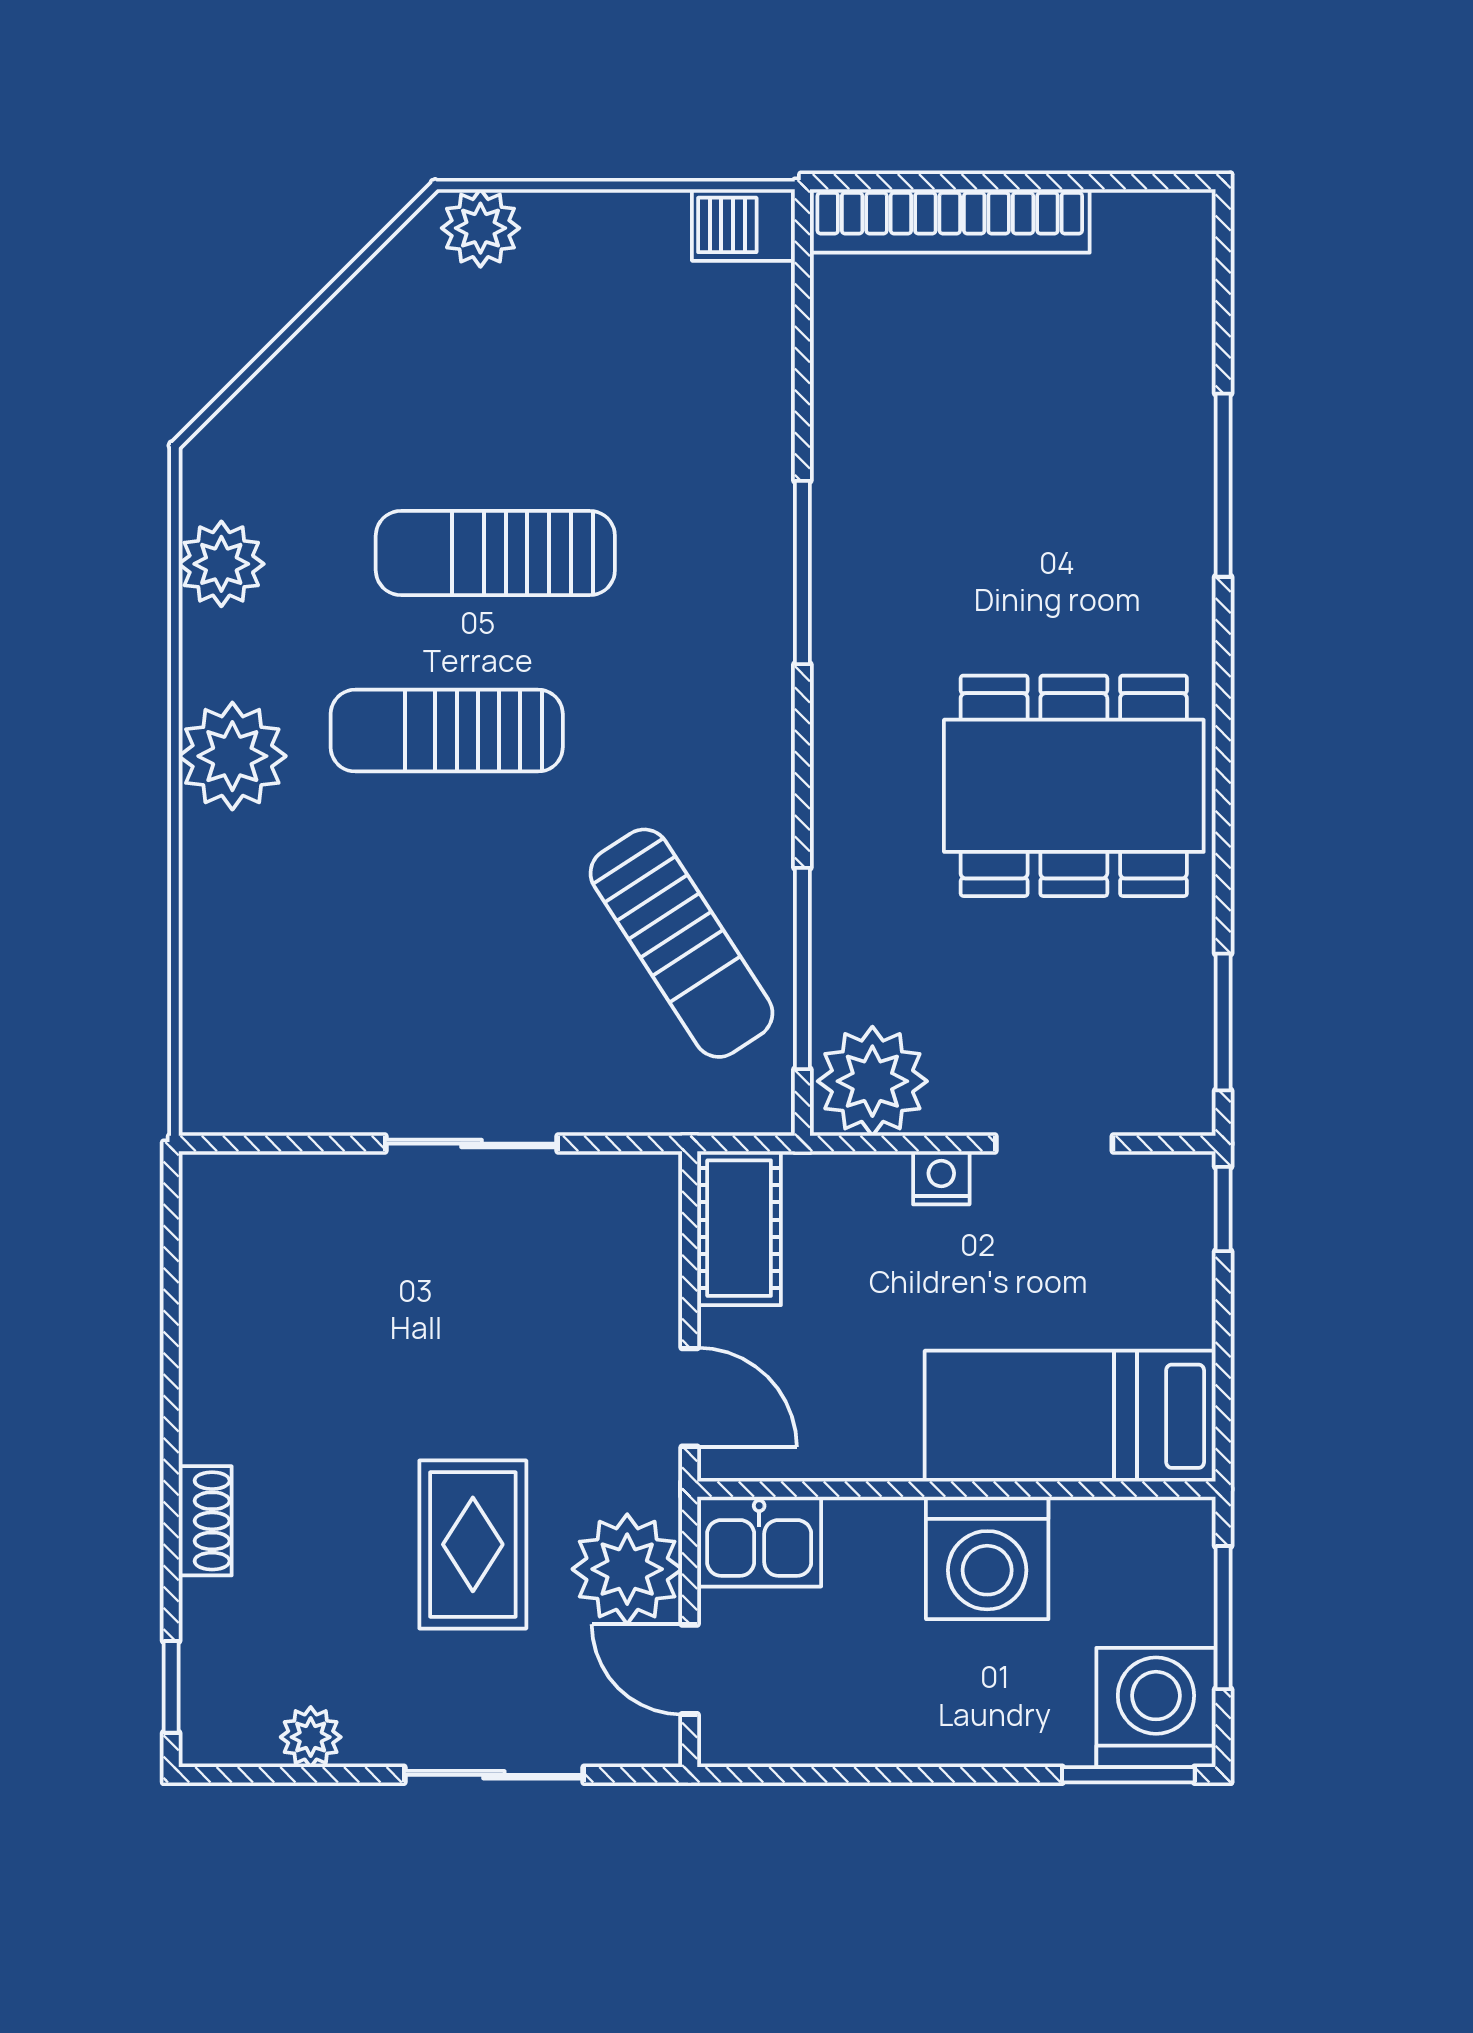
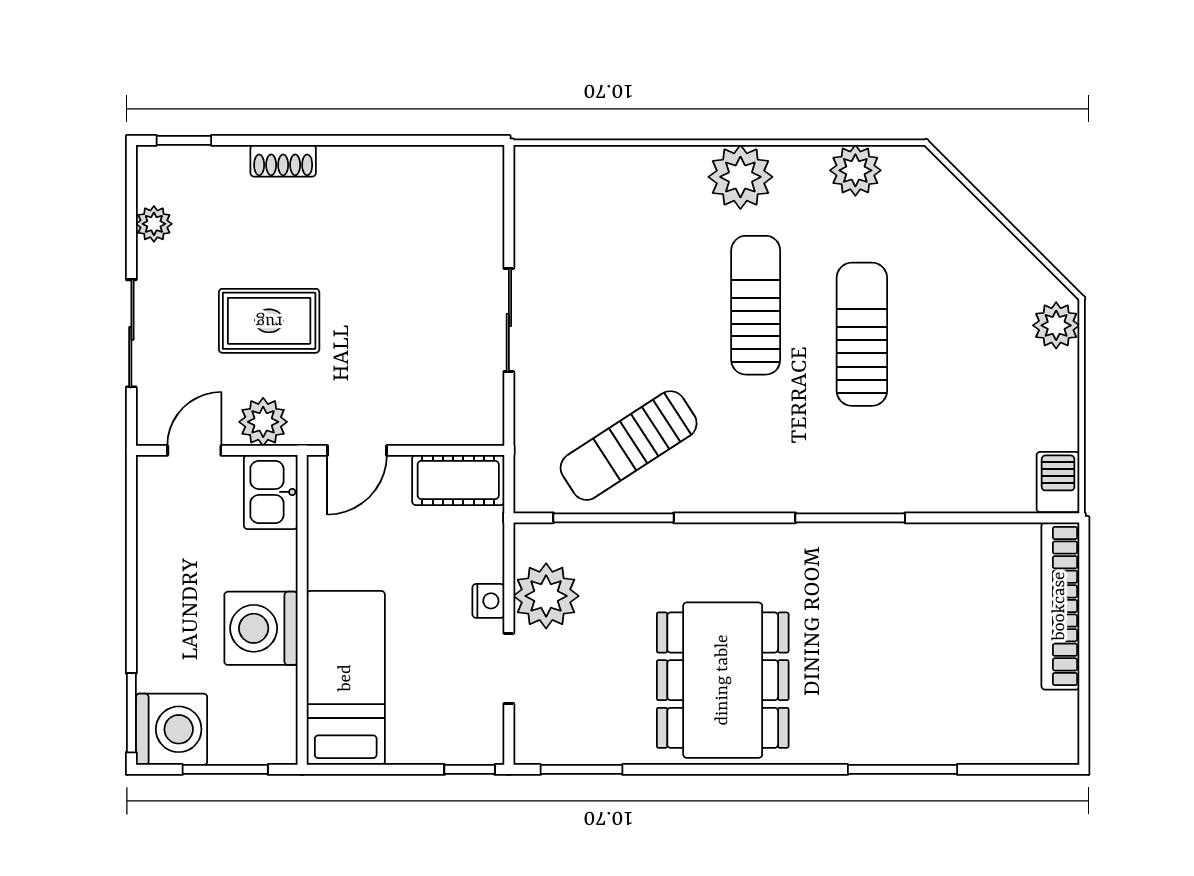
plant: (872, 1081) -> (546, 596), moved
plant: (627, 1569) -> (263, 422), width x0.73, depth x0.73

